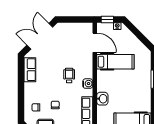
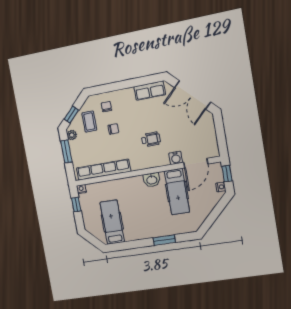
double door: (40, 36) -> (193, 95), swing flipped
water cooler: (88, 84) -> (176, 158), moved
washbasin: (102, 99) -> (152, 180), moved

